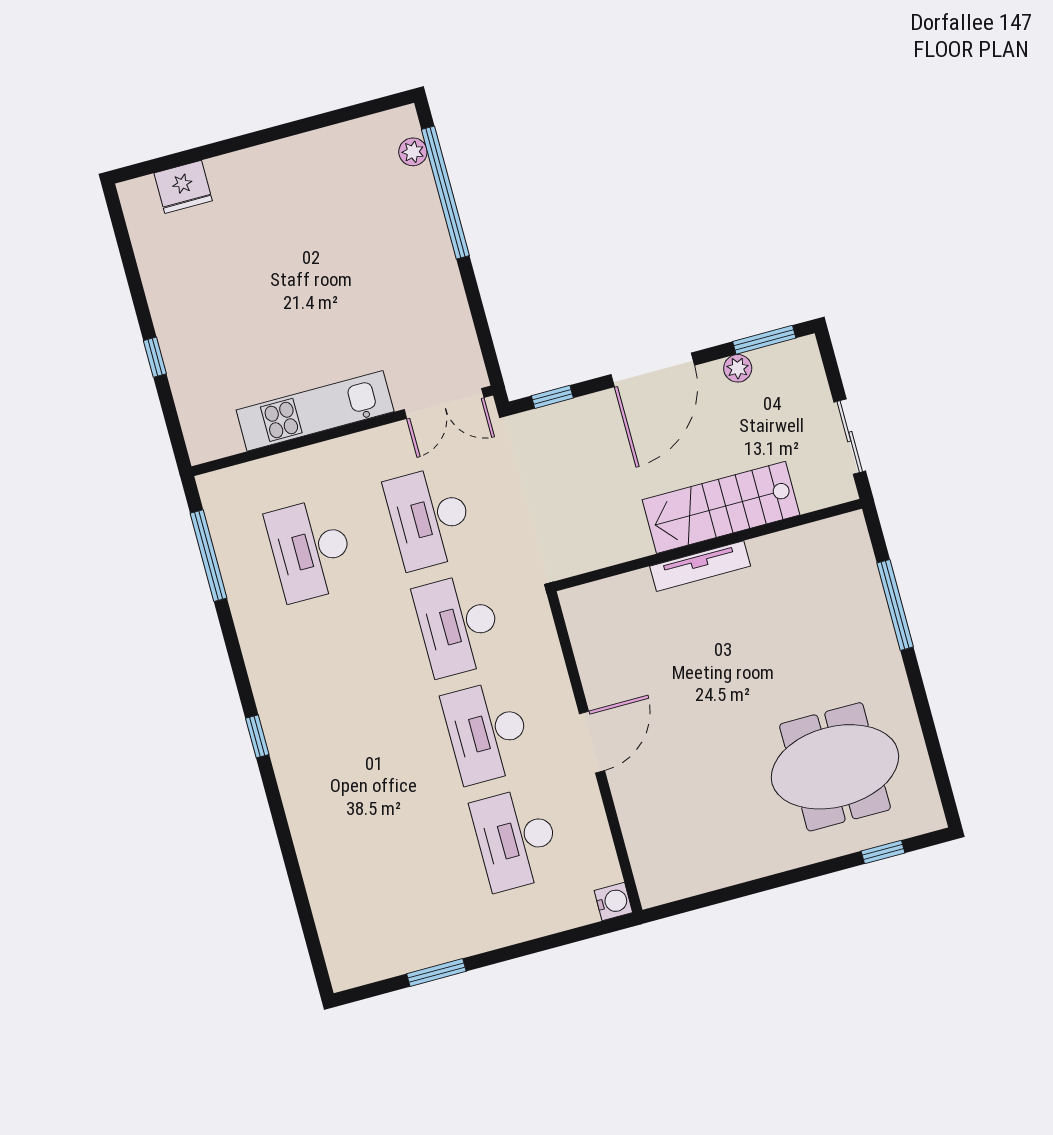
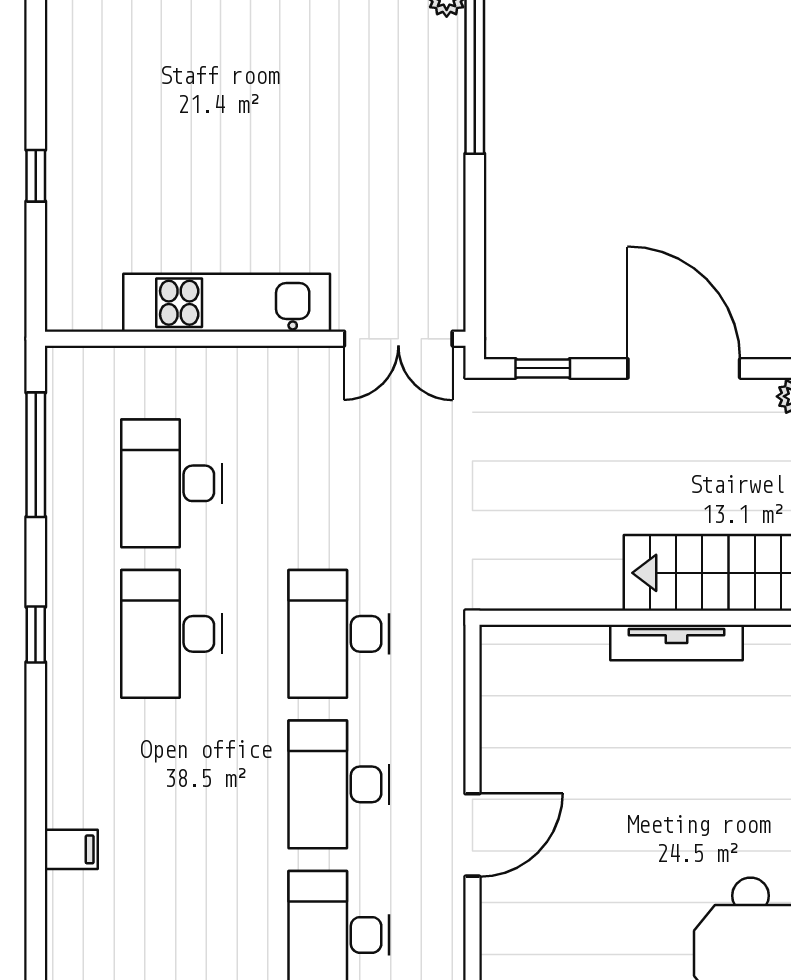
door: (653, 370) -> (684, 368), swing flipped
desk: (430, 518) -> (172, 634), moved
window: (257, 736) -> (36, 635), moved
filing cabinet: (309, 829) -> (71, 849), added

